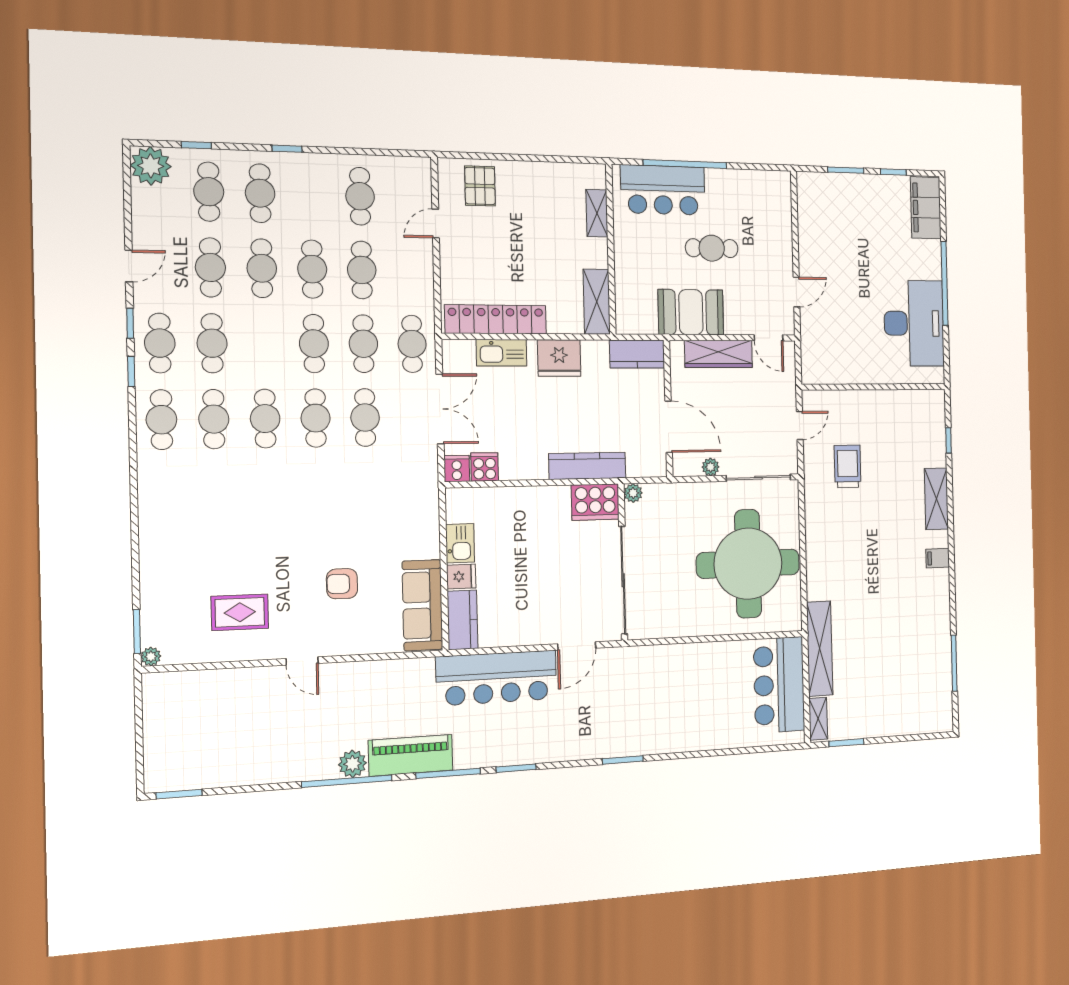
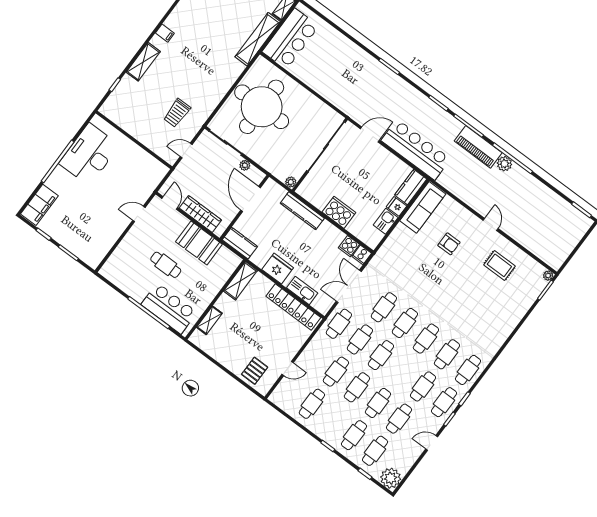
cooker: (595, 502) -> (339, 212), moved

